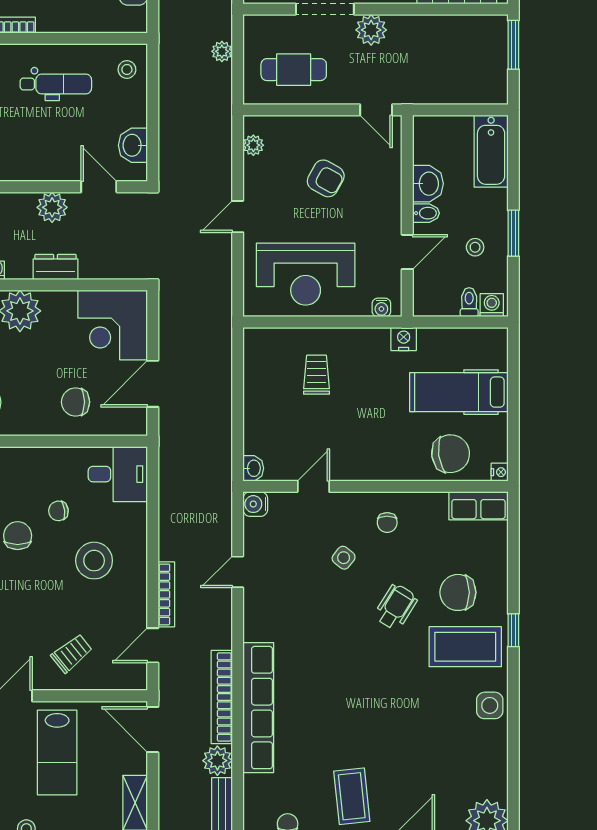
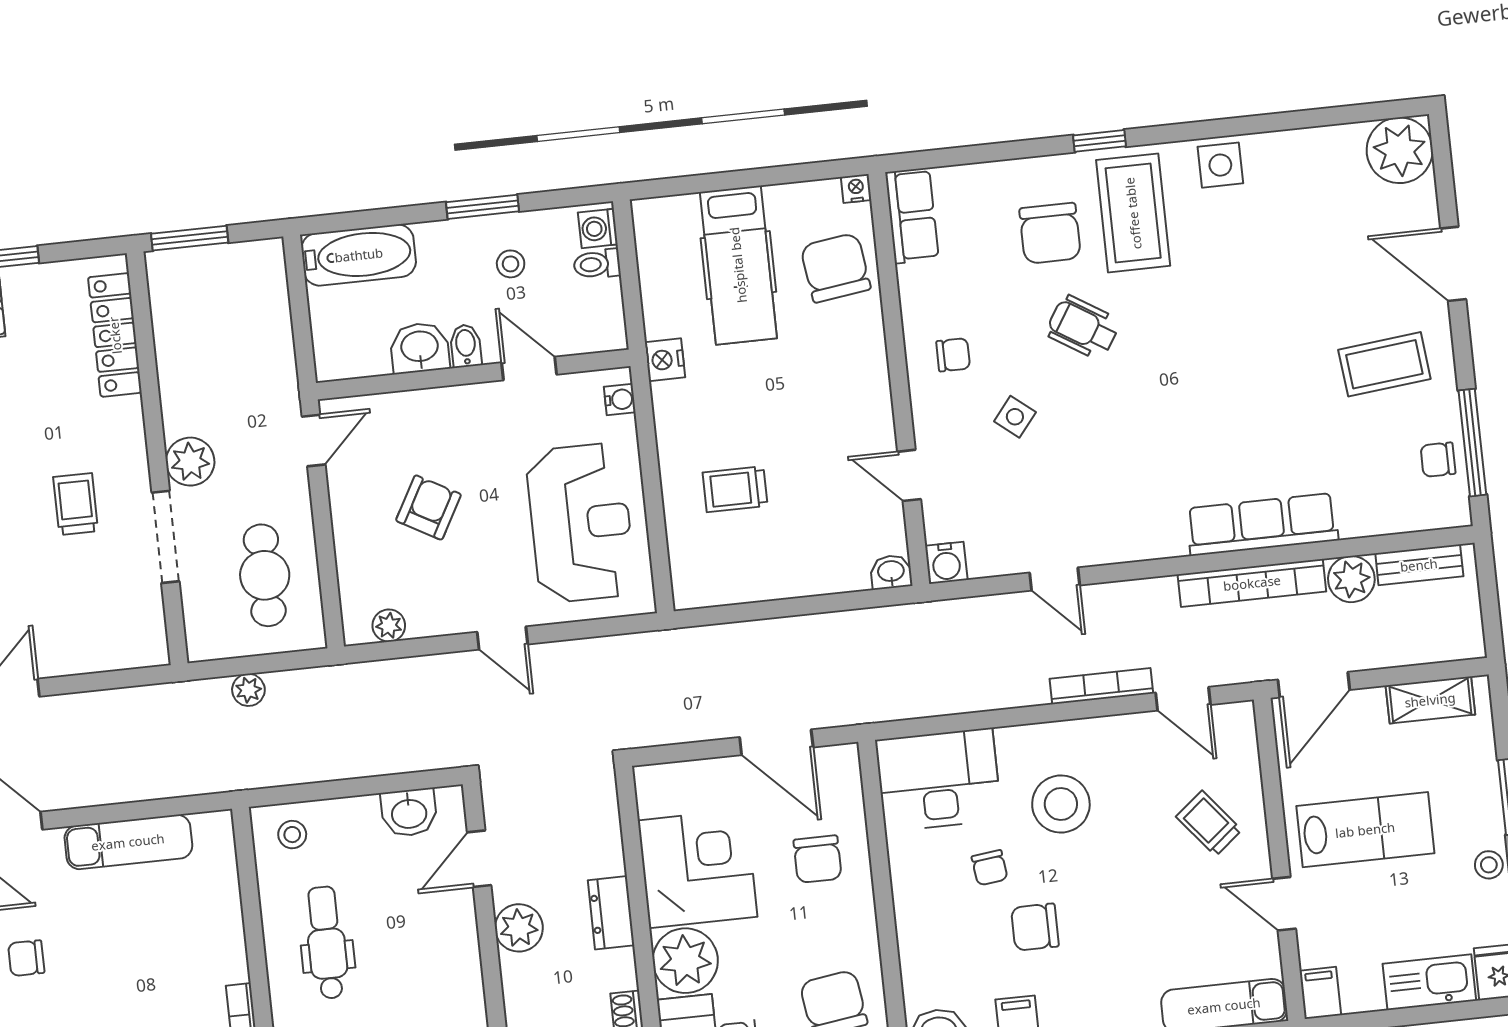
corner desk: (113, 325) -> (697, 869), moved, turned -90
desk: (118, 474) -> (938, 780), width x1.37
row of seats: (258, 708) -> (1262, 524), width x0.73

